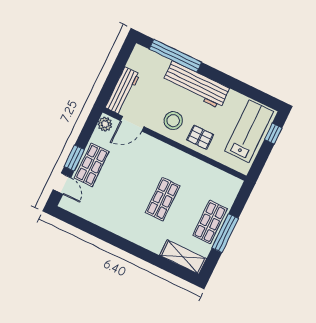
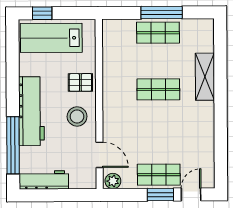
workbench: (123, 91) -> (44, 180), moved
pallet: (200, 137) -> (80, 82), turned 90
shelving: (183, 257) -> (205, 77), moved

